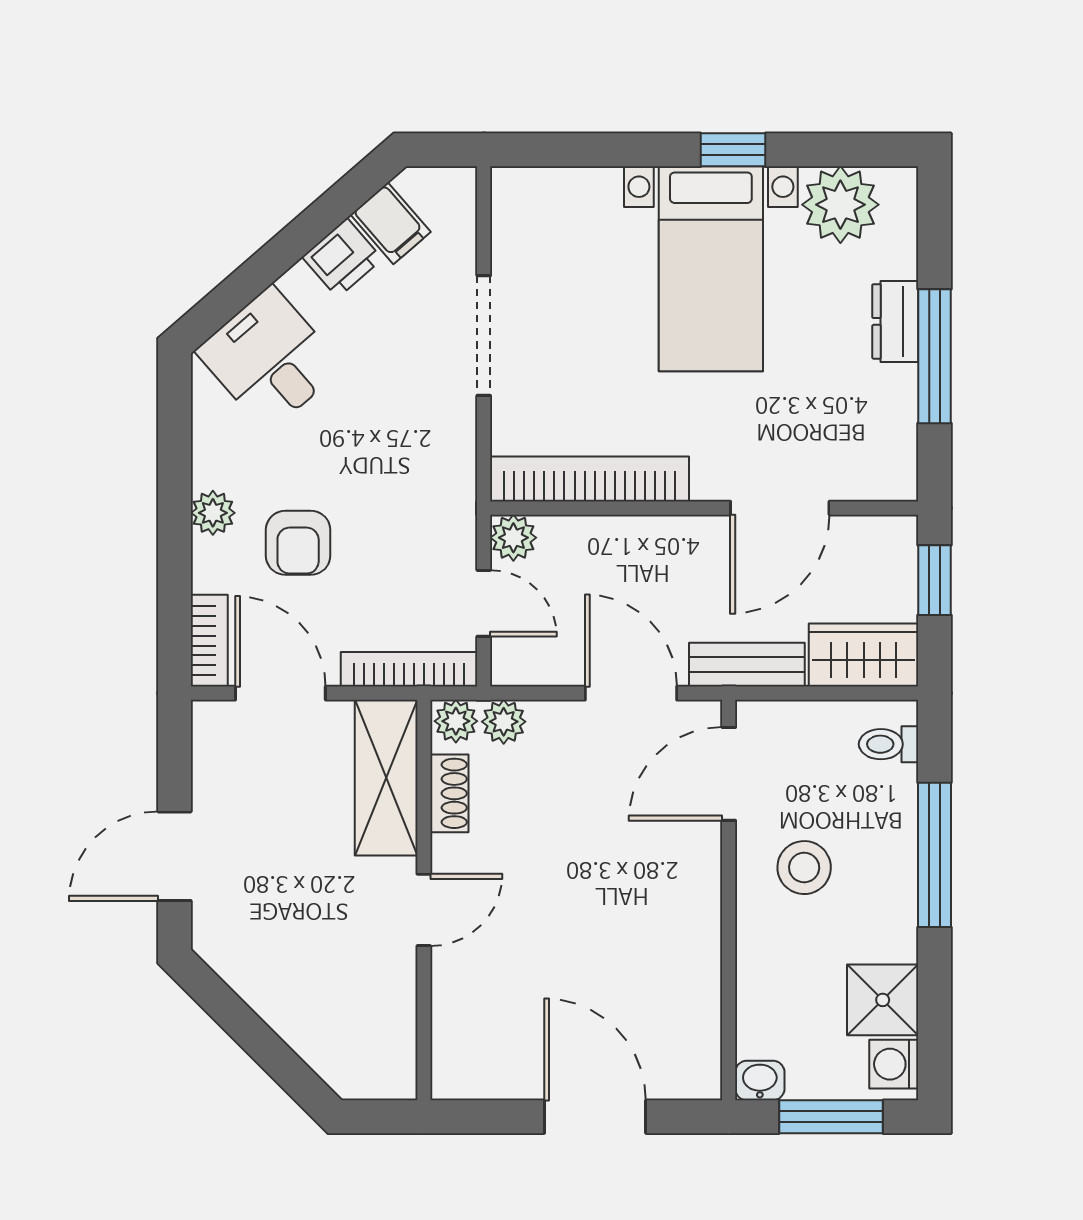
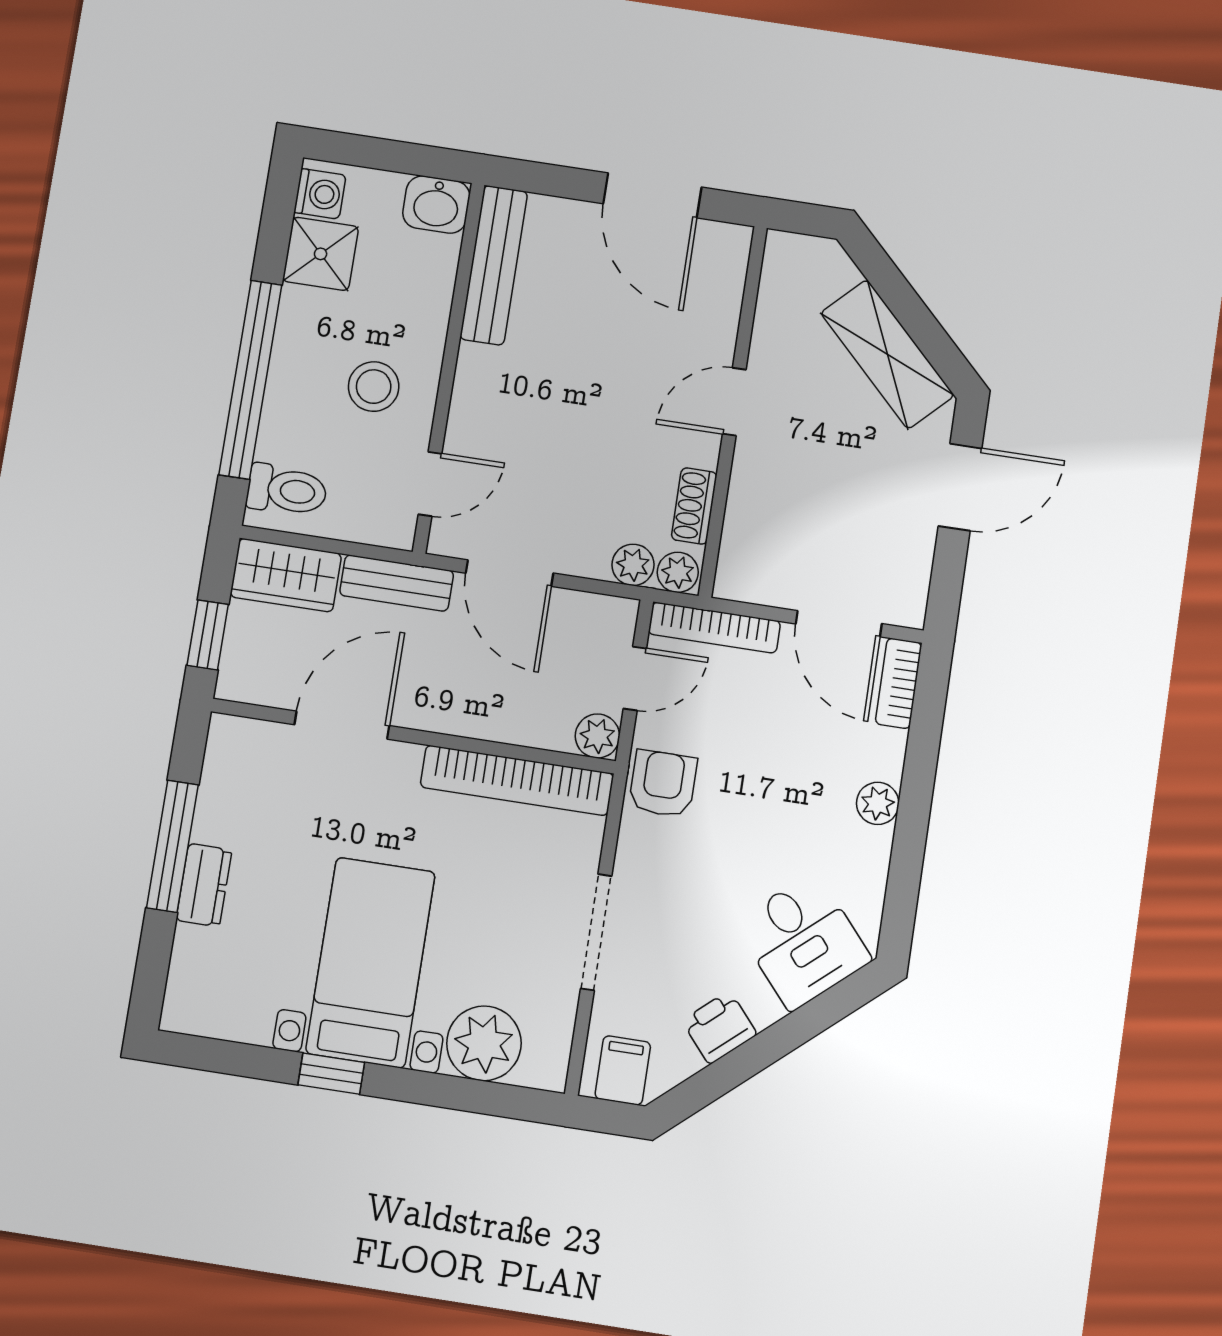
plant: (840, 205) -> (484, 1043), moved
filing cabinet: (391, 223) -> (623, 1070), moved, turned 41
armchair: (298, 543) -> (663, 784), moved
door: (484, 603) -> (635, 678), swing flipped
toilet: (889, 744) -> (287, 490), width x1.37, depth x1.39
door: (729, 774) -> (430, 484), width x0.73
shelving: (386, 778) -> (887, 354), moved, turned -45
window: (934, 855) -> (250, 380), width x1.46
bench: (699, 1016) -> (494, 265), added
washbasin: (760, 1080) -> (436, 205), width x1.38, depth x1.45
door: (595, 1117) -> (652, 195), moved
window: (831, 1117) -> (386, 155), removed

